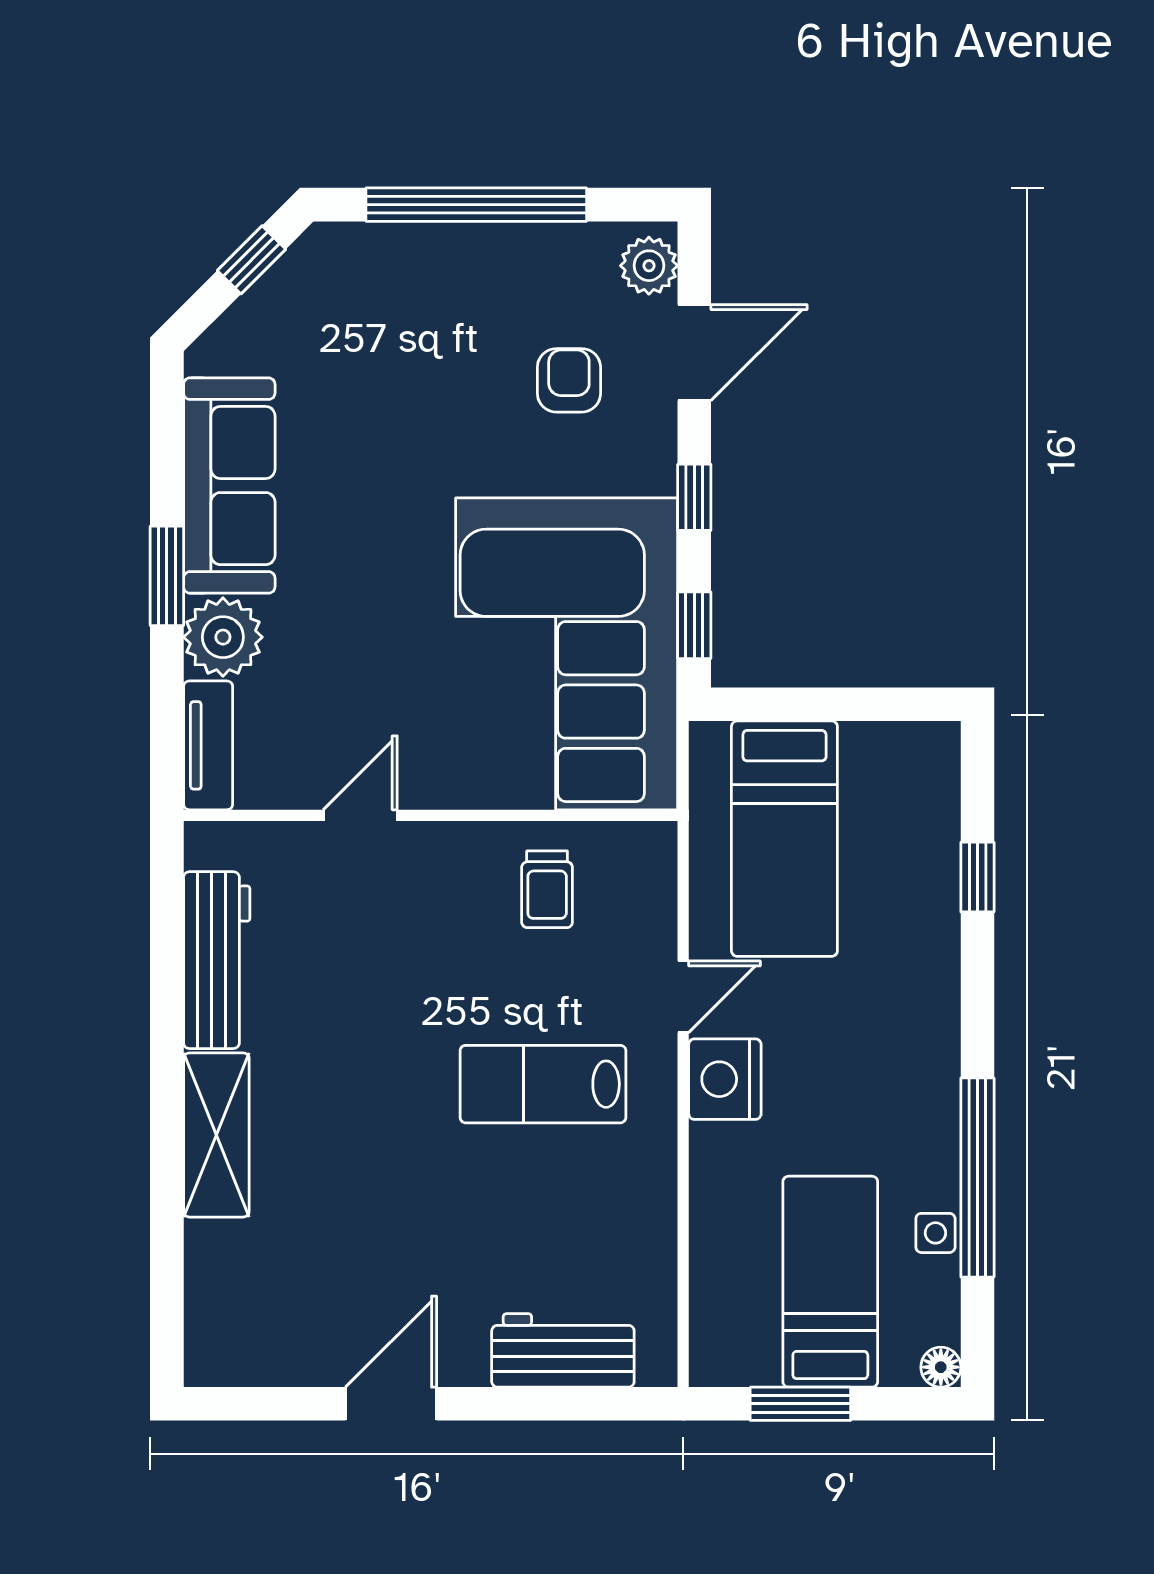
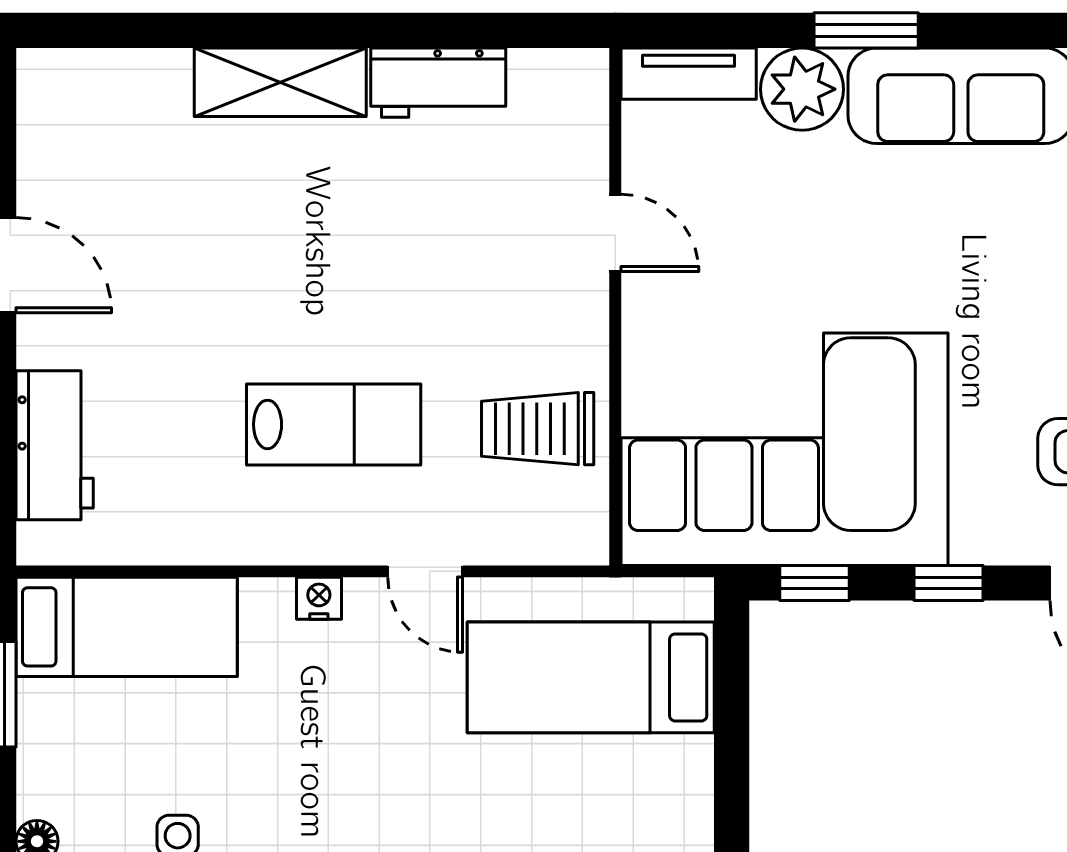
trolley: (547, 889) -> (538, 429), width x1.36, depth x1.39
workbench: (217, 960) -> (438, 83), width x0.73
nightstand: (725, 1079) -> (319, 598), width x0.53, depth x0.56
lab bench: (543, 1084) -> (334, 424), turned 90
bed: (830, 1282) -> (127, 627), moved

